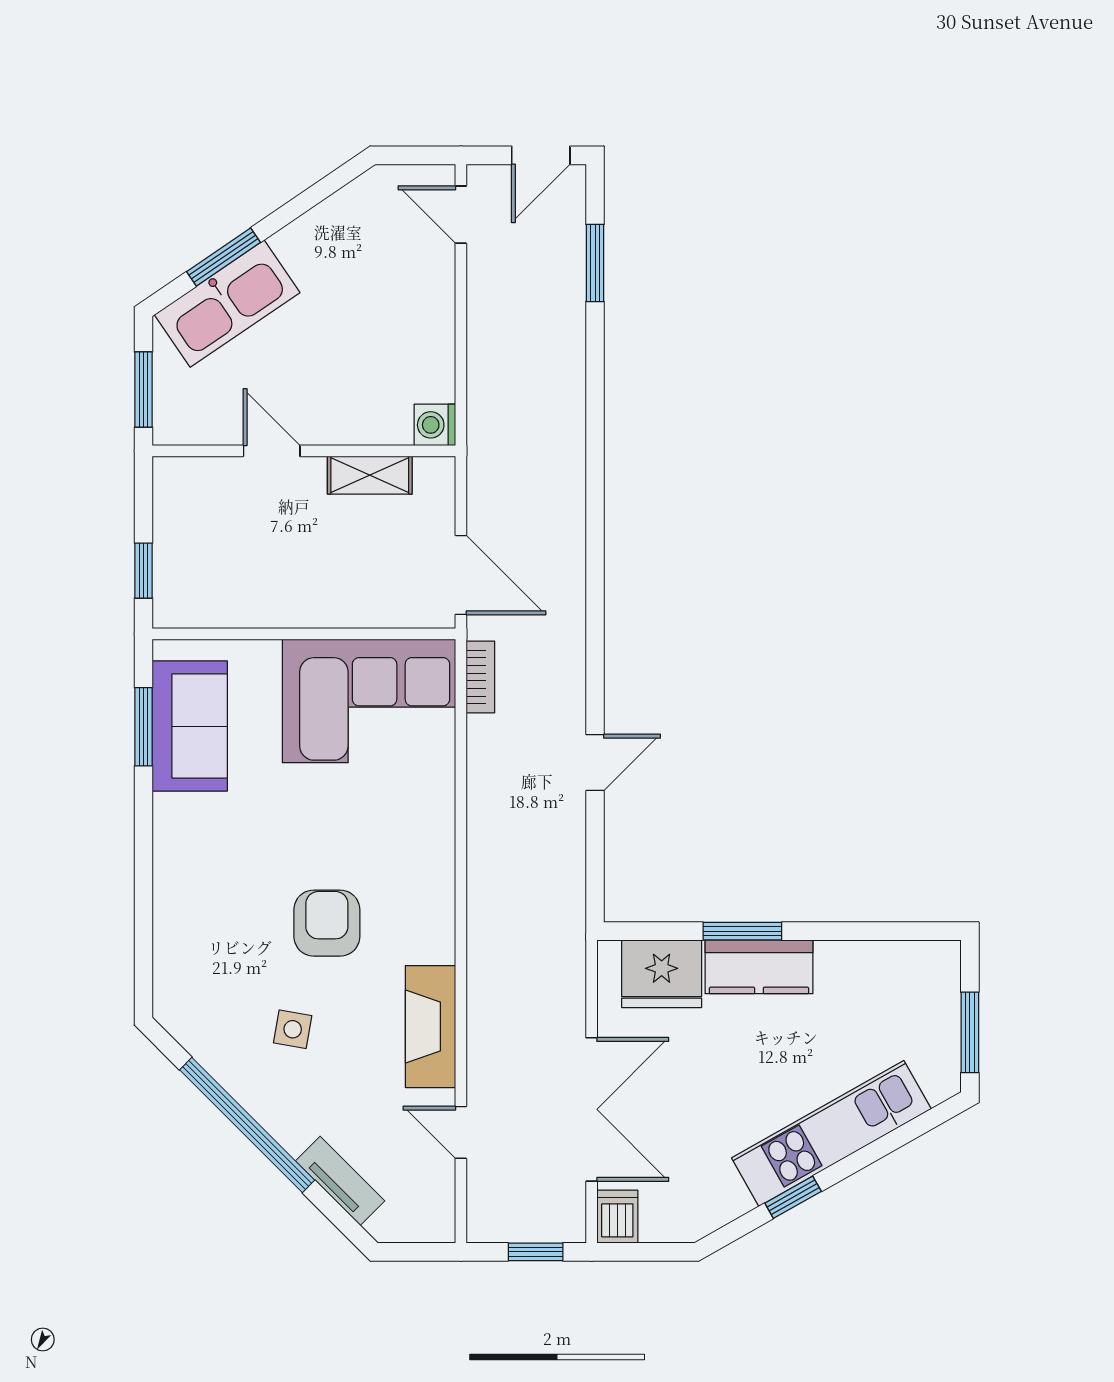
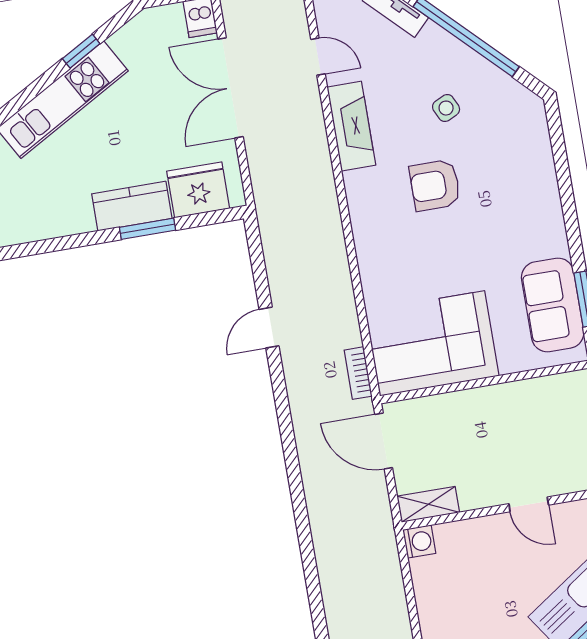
shelving: (370, 475) -> (428, 504), moved
armchair: (327, 923) -> (435, 185), turned 90
side table: (293, 1029) -> (446, 108), turned -35

